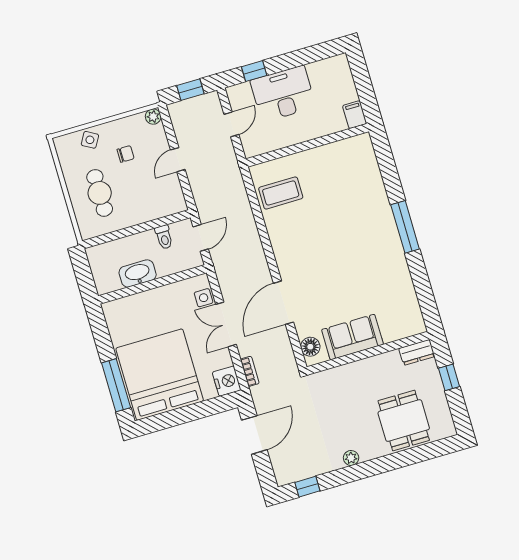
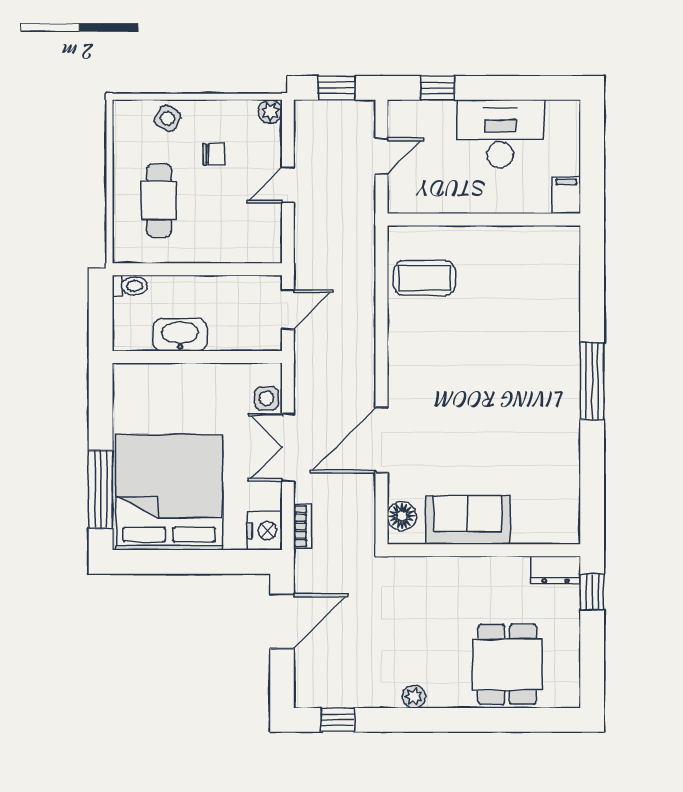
desk: (283, 94) -> (500, 134), moved
toilet: (164, 237) -> (130, 286), moved, turned -90
window: (449, 377) -> (592, 592), moved

